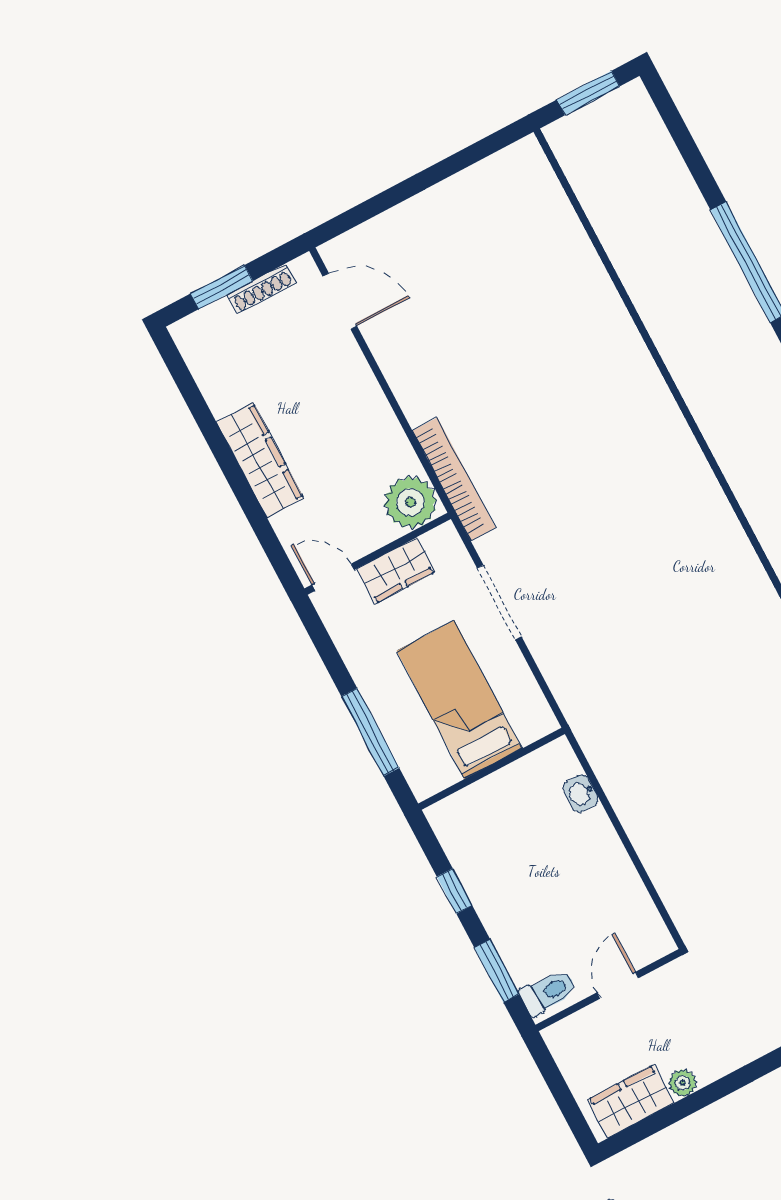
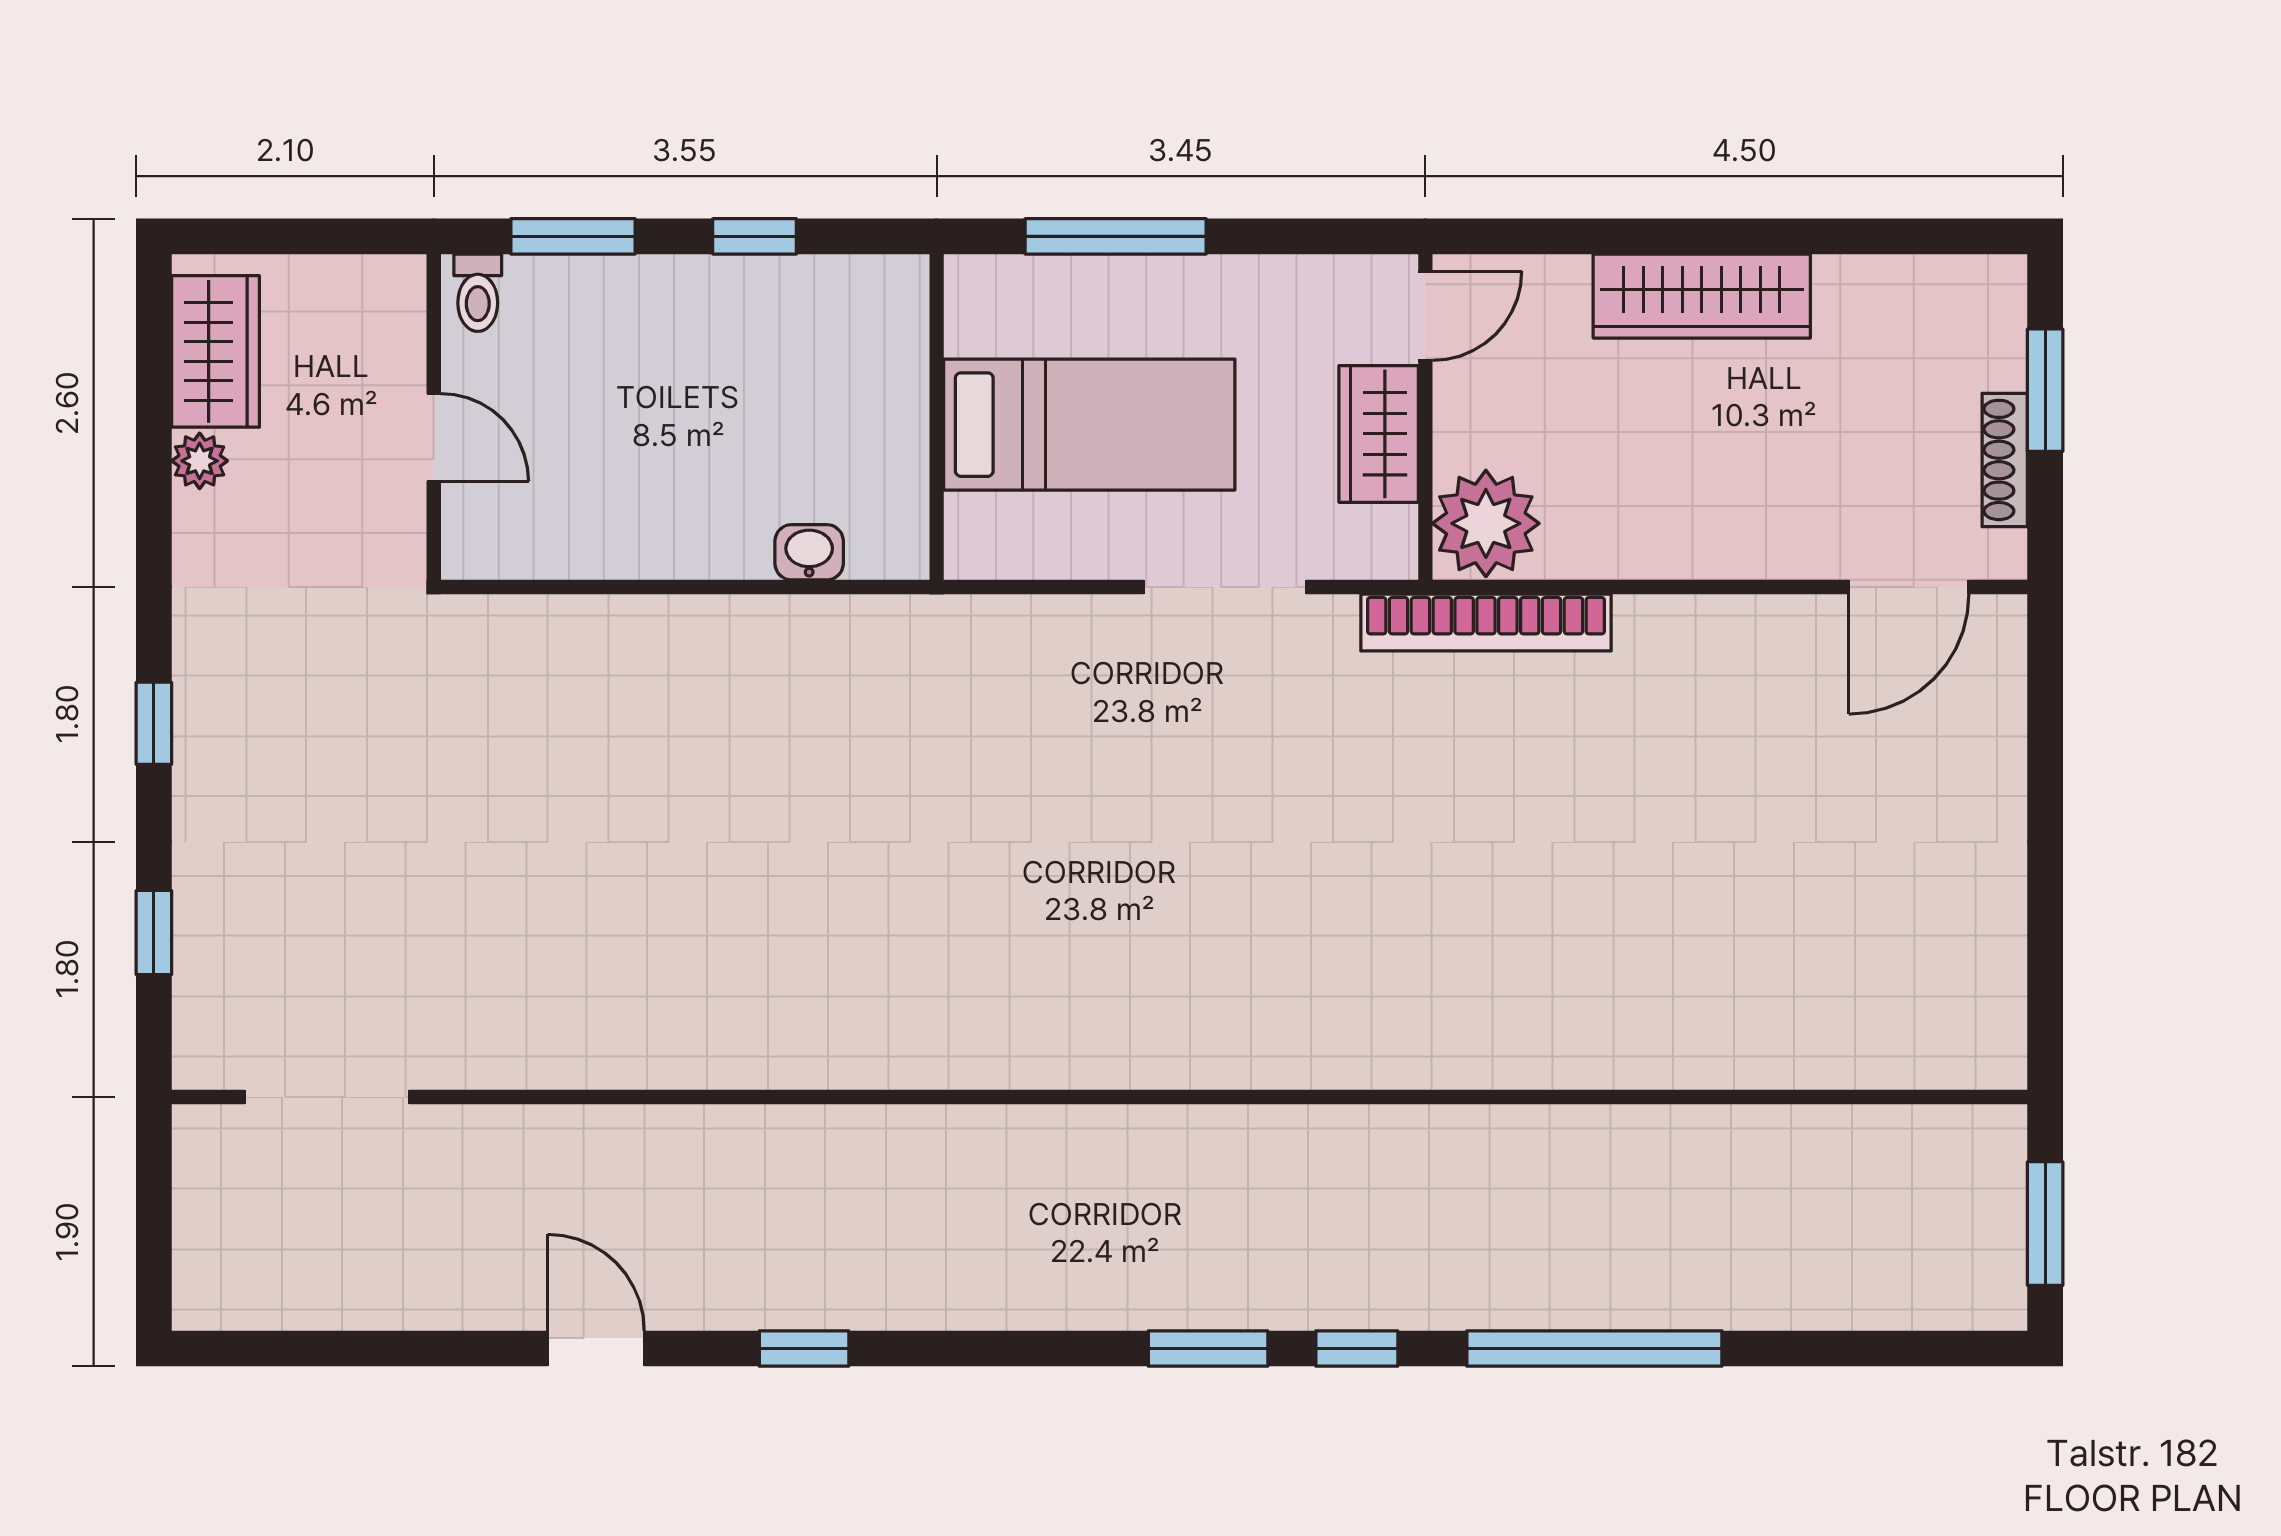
toilet: (548, 992) -> (478, 293), width x0.73, depth x0.72

